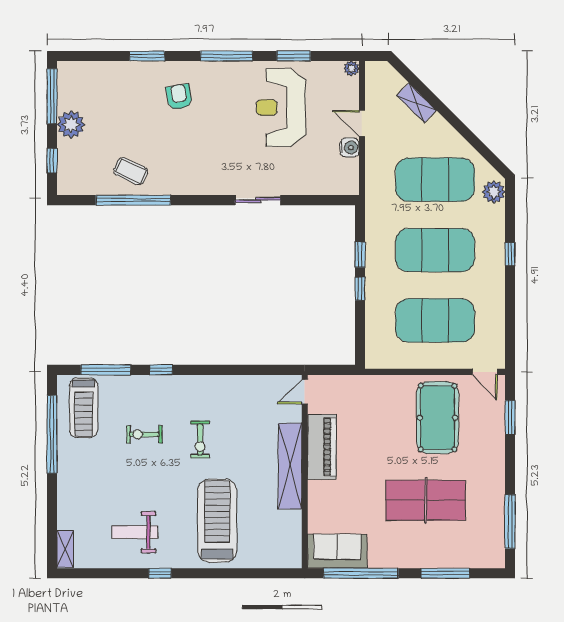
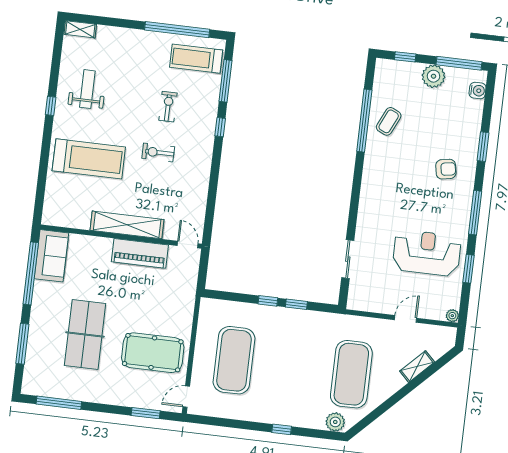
water cooler: (350, 147) -> (478, 91), moved, turned -90
sliding door: (258, 200) -> (348, 259), moved
exercise mat: (435, 250) -> (293, 367), removed

